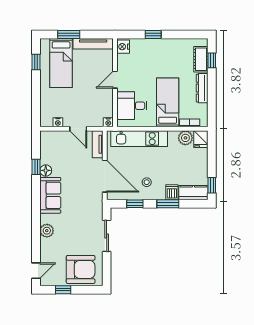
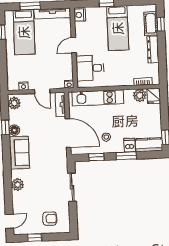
bed: (168, 102) -> (118, 28), moved, turned 180
plant: (47, 141) -> (14, 103), added
armchair: (81, 269) -> (50, 219), width x0.53, depth x0.53

